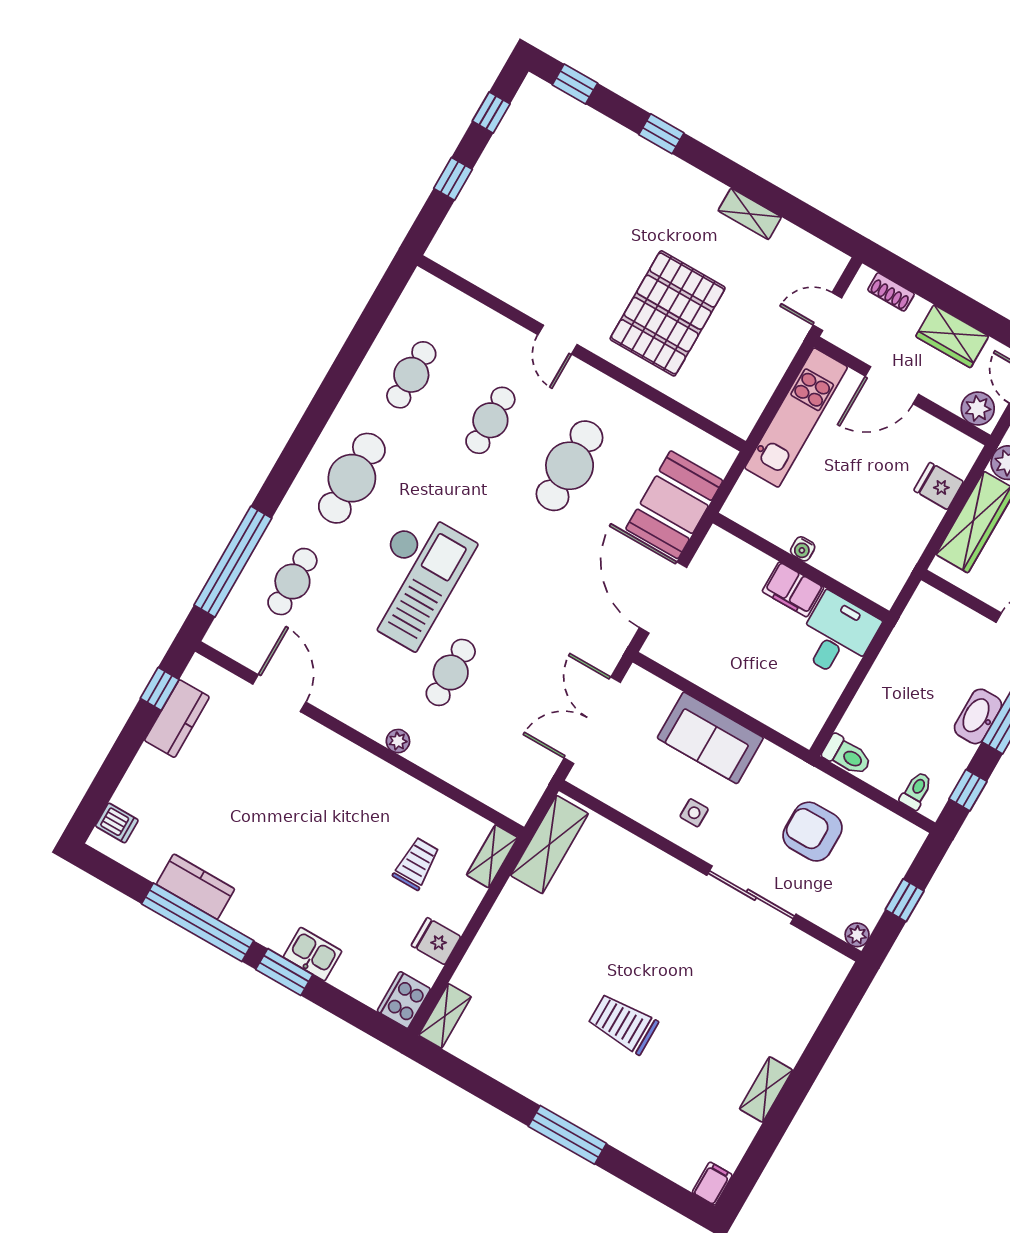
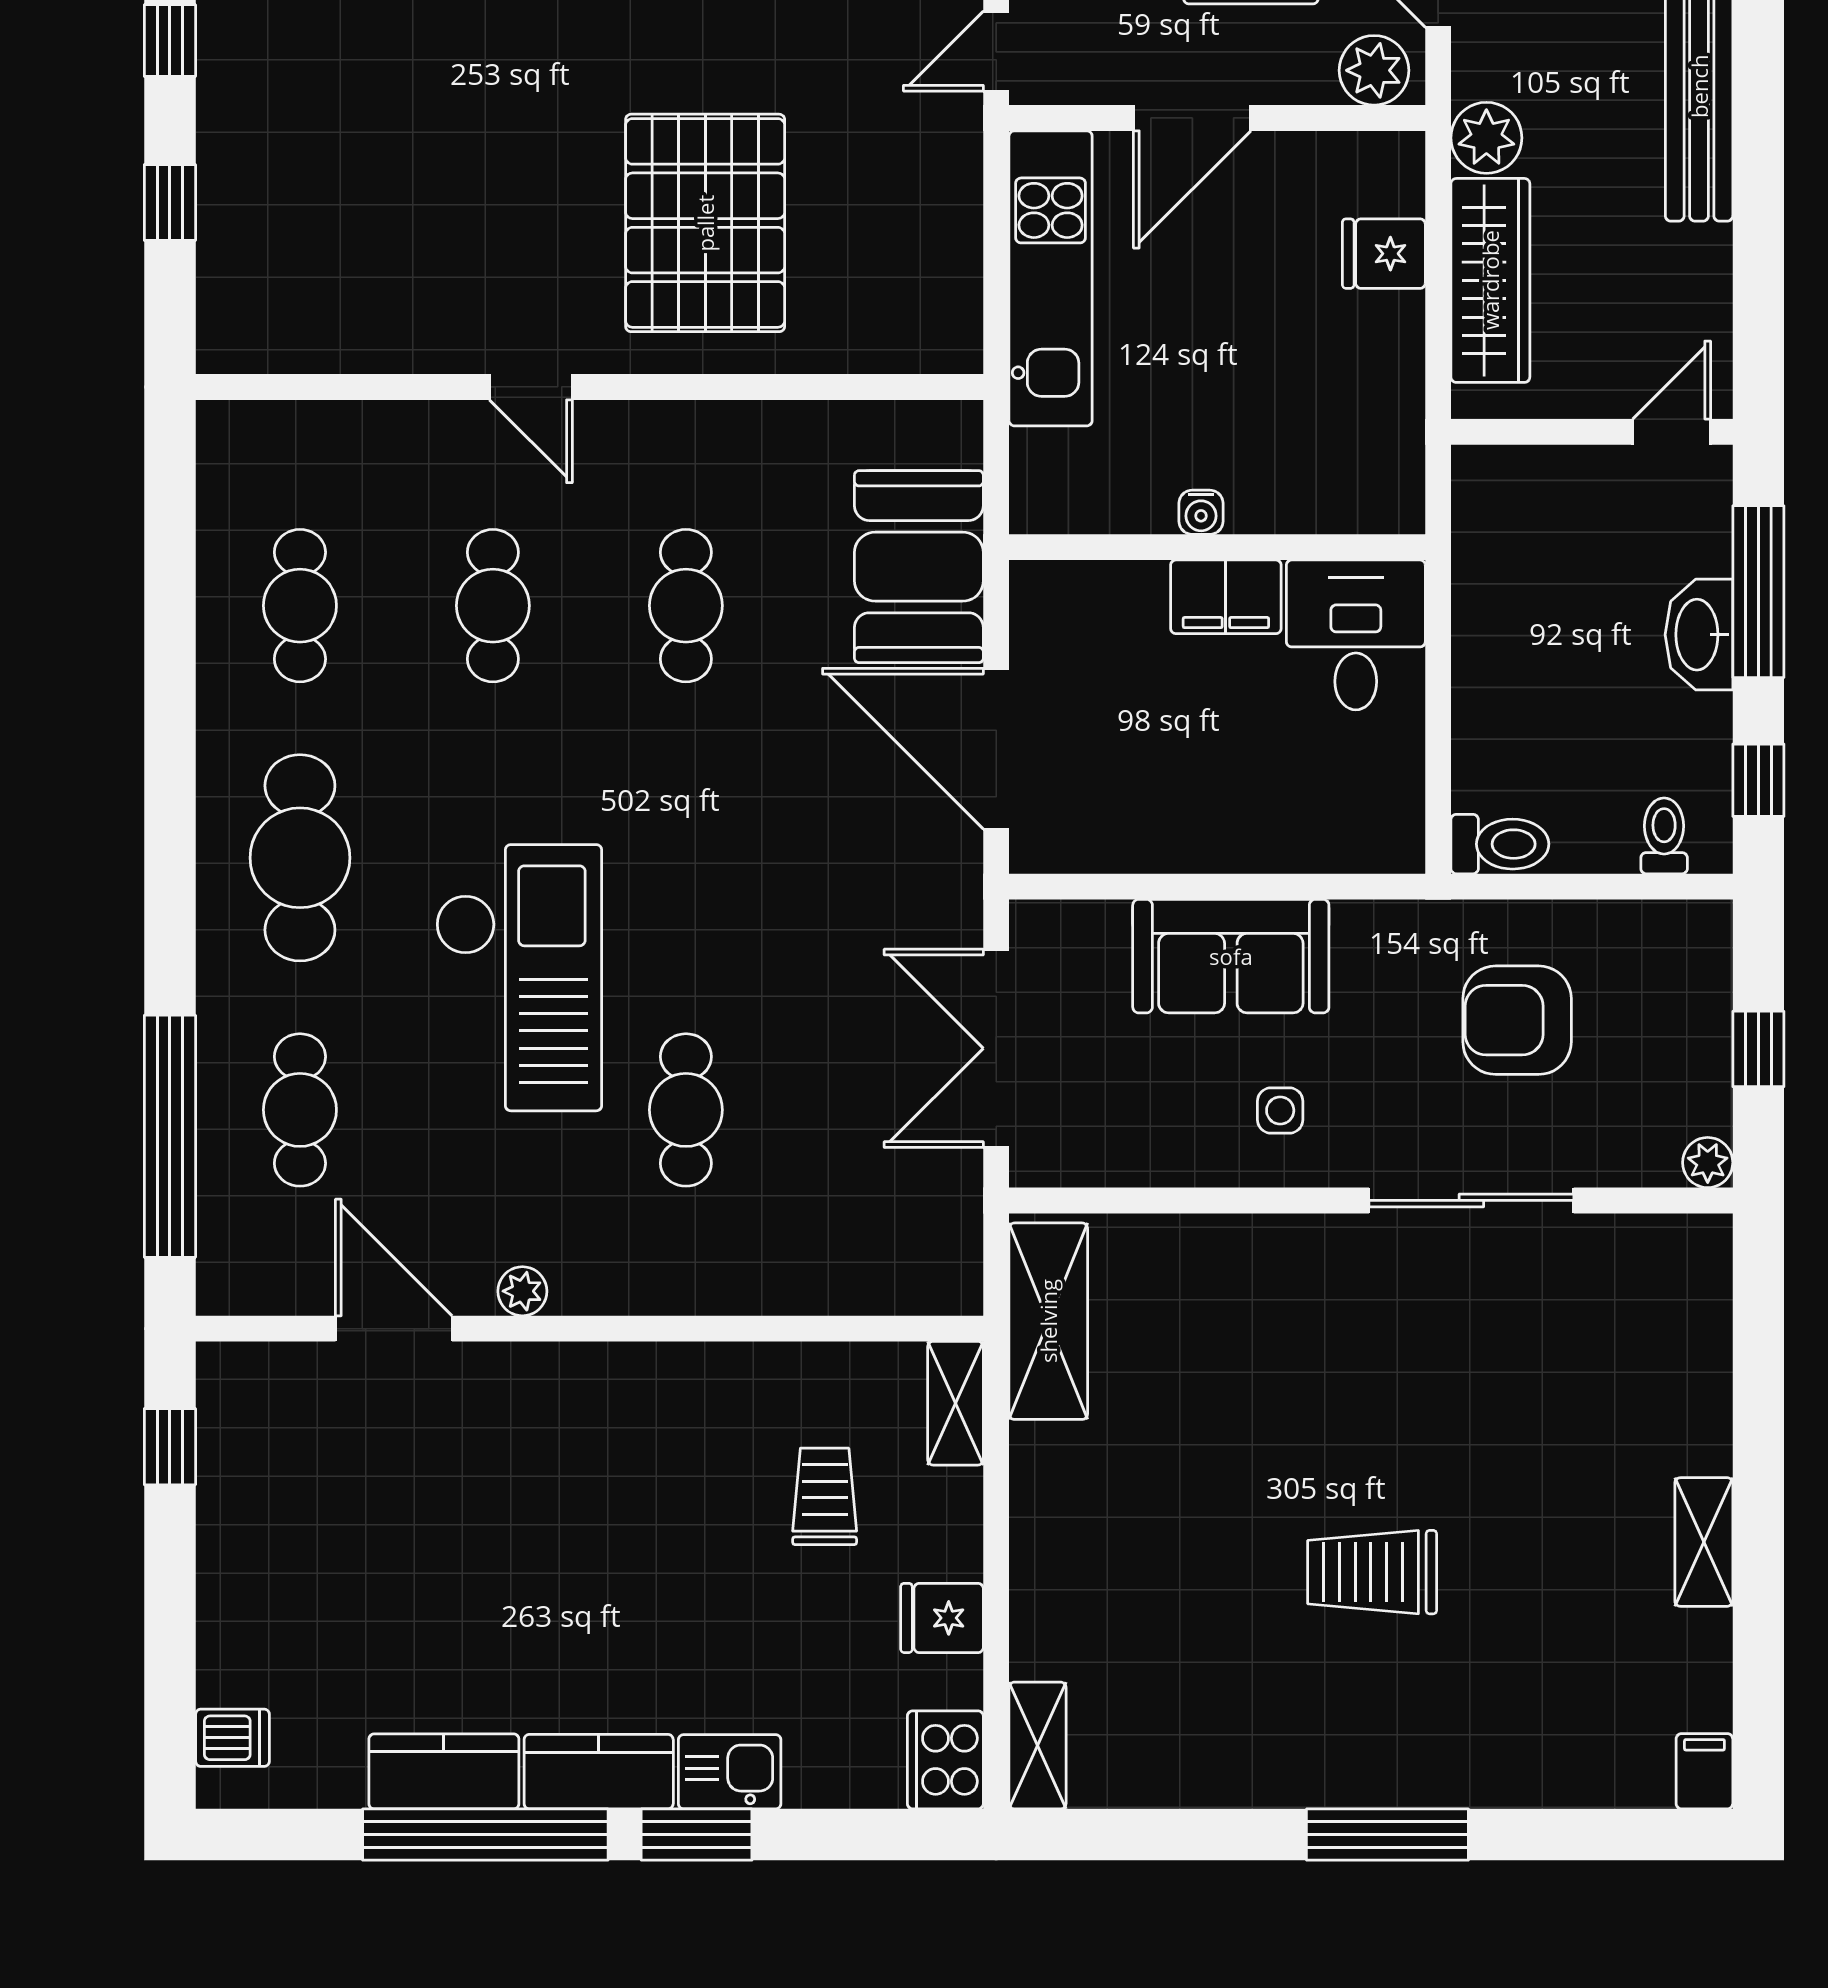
cafe table: (570, 466) -> (686, 606), width x0.73, depth x0.74
kitchen counter: (177, 719) -> (599, 1772), moved, turned -90
plant: (398, 741) -> (522, 1291), moved

